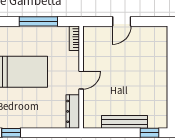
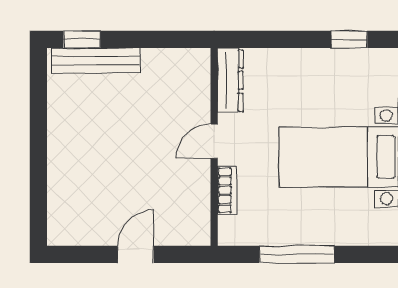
bookcase: (74, 38) -> (227, 190), moved
bench: (124, 122) -> (96, 60), moved

